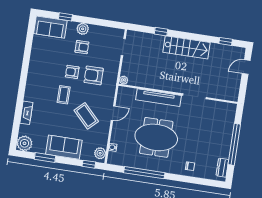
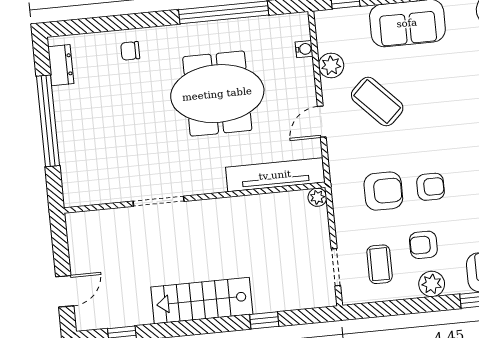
coffee table: (64, 95) -> (380, 264), moved
tv unit: (159, 98) -> (275, 175), moved
plant: (100, 153) -> (331, 65), moved

